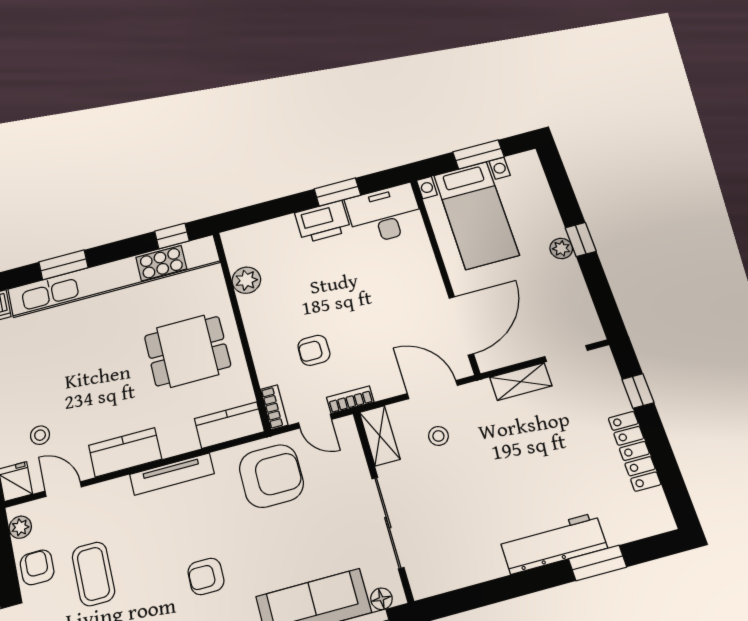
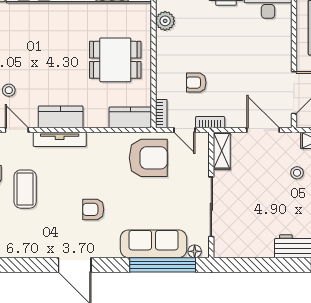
stool: (438, 436) -> (297, 173), moved
tv unit: (172, 474) -> (60, 139), moved

